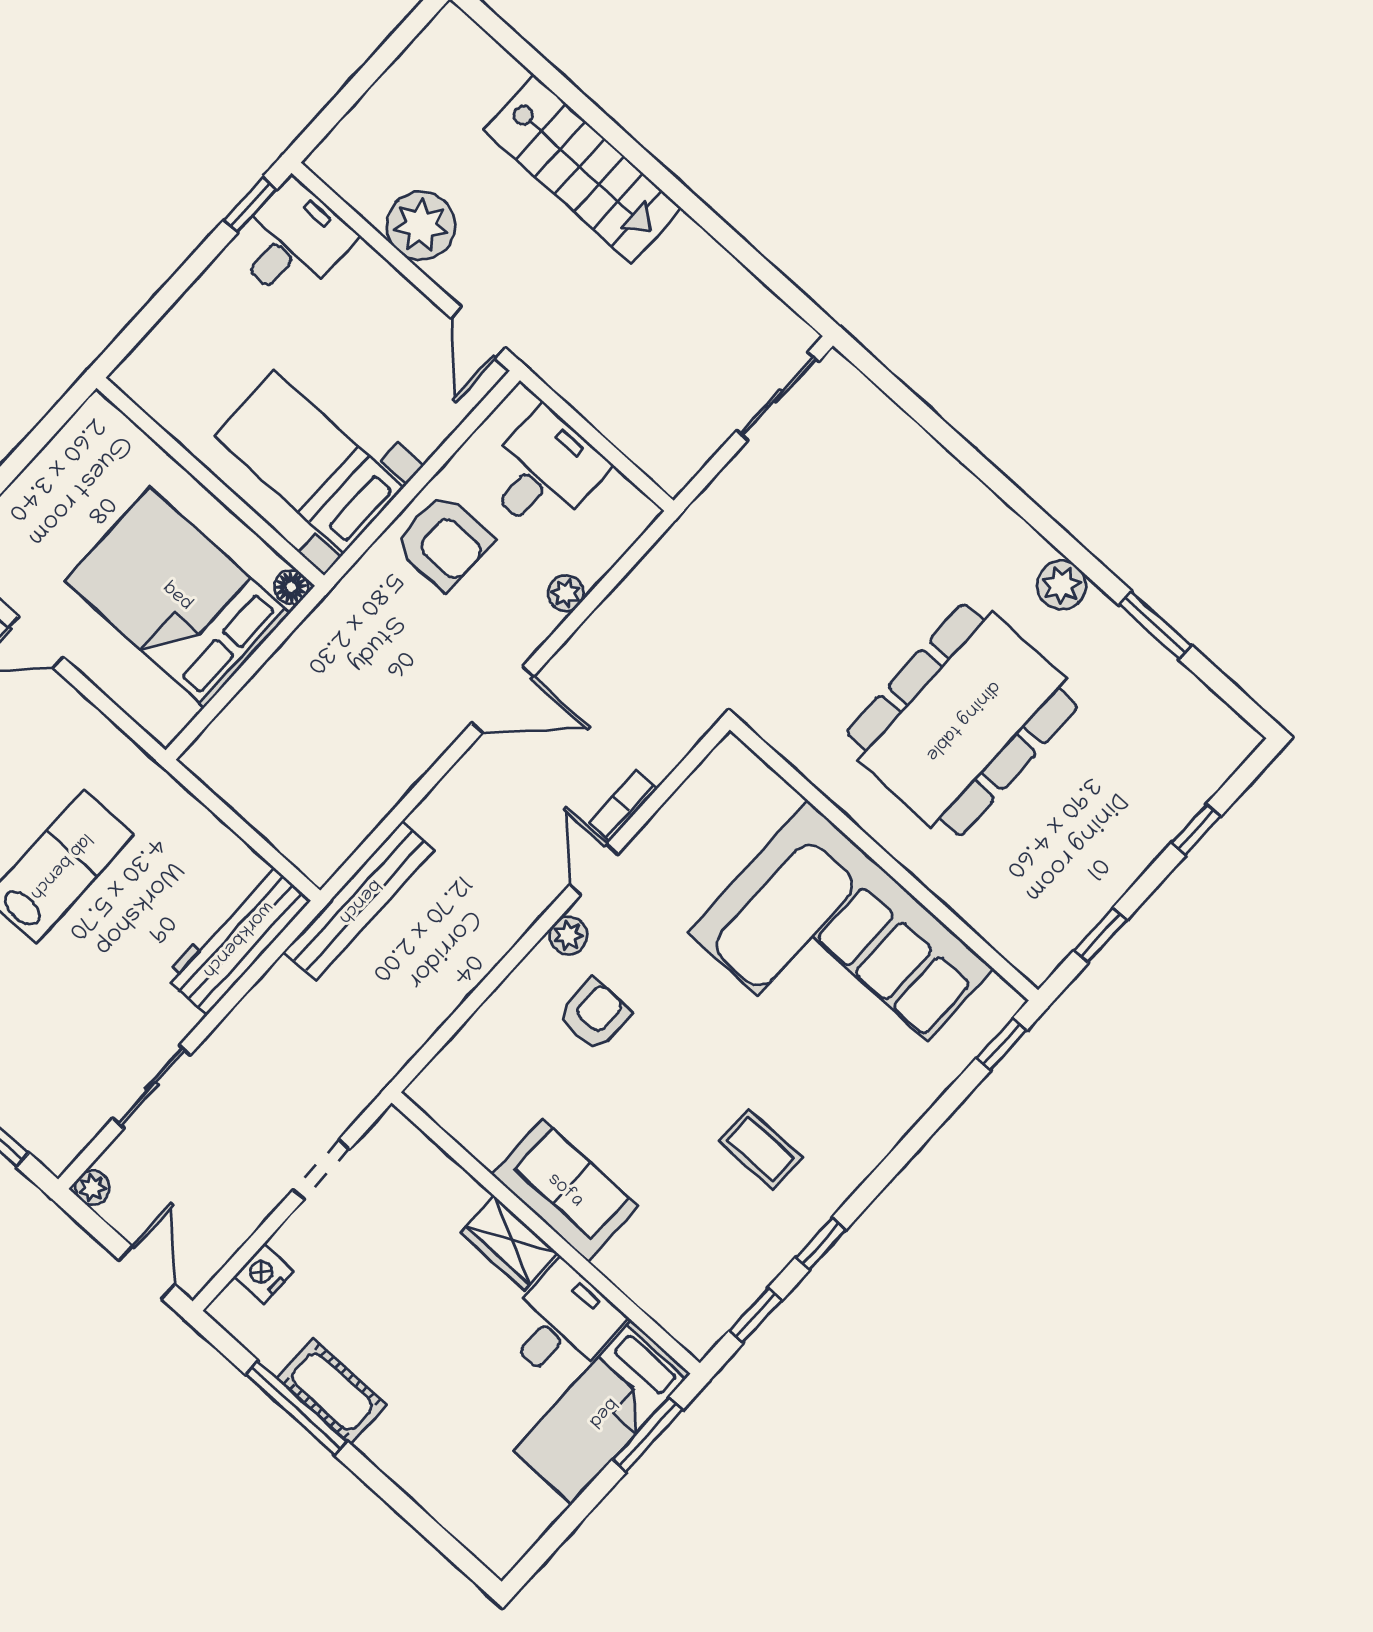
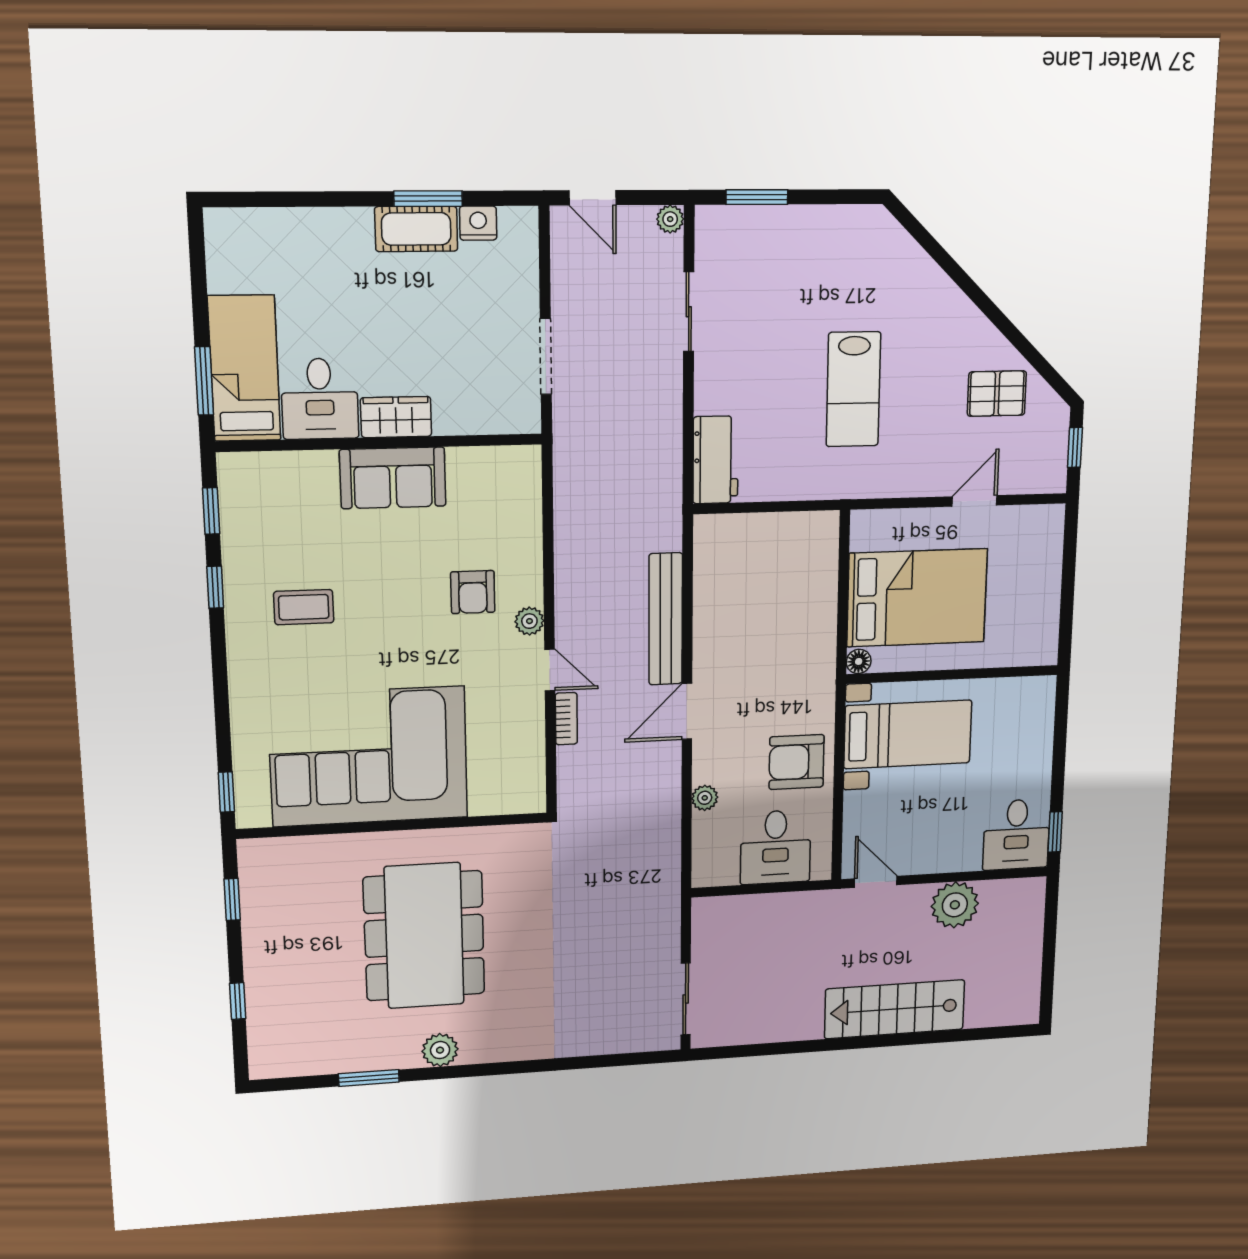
bench: (359, 901) -> (666, 619), moved
workbench: (237, 939) -> (716, 460), width x0.73
doorway: (321, 1170) -> (546, 356), width x1.38
nightstand: (264, 1274) -> (478, 223), moved, turned -90
window: (296, 1408) -> (428, 199), width x0.69

